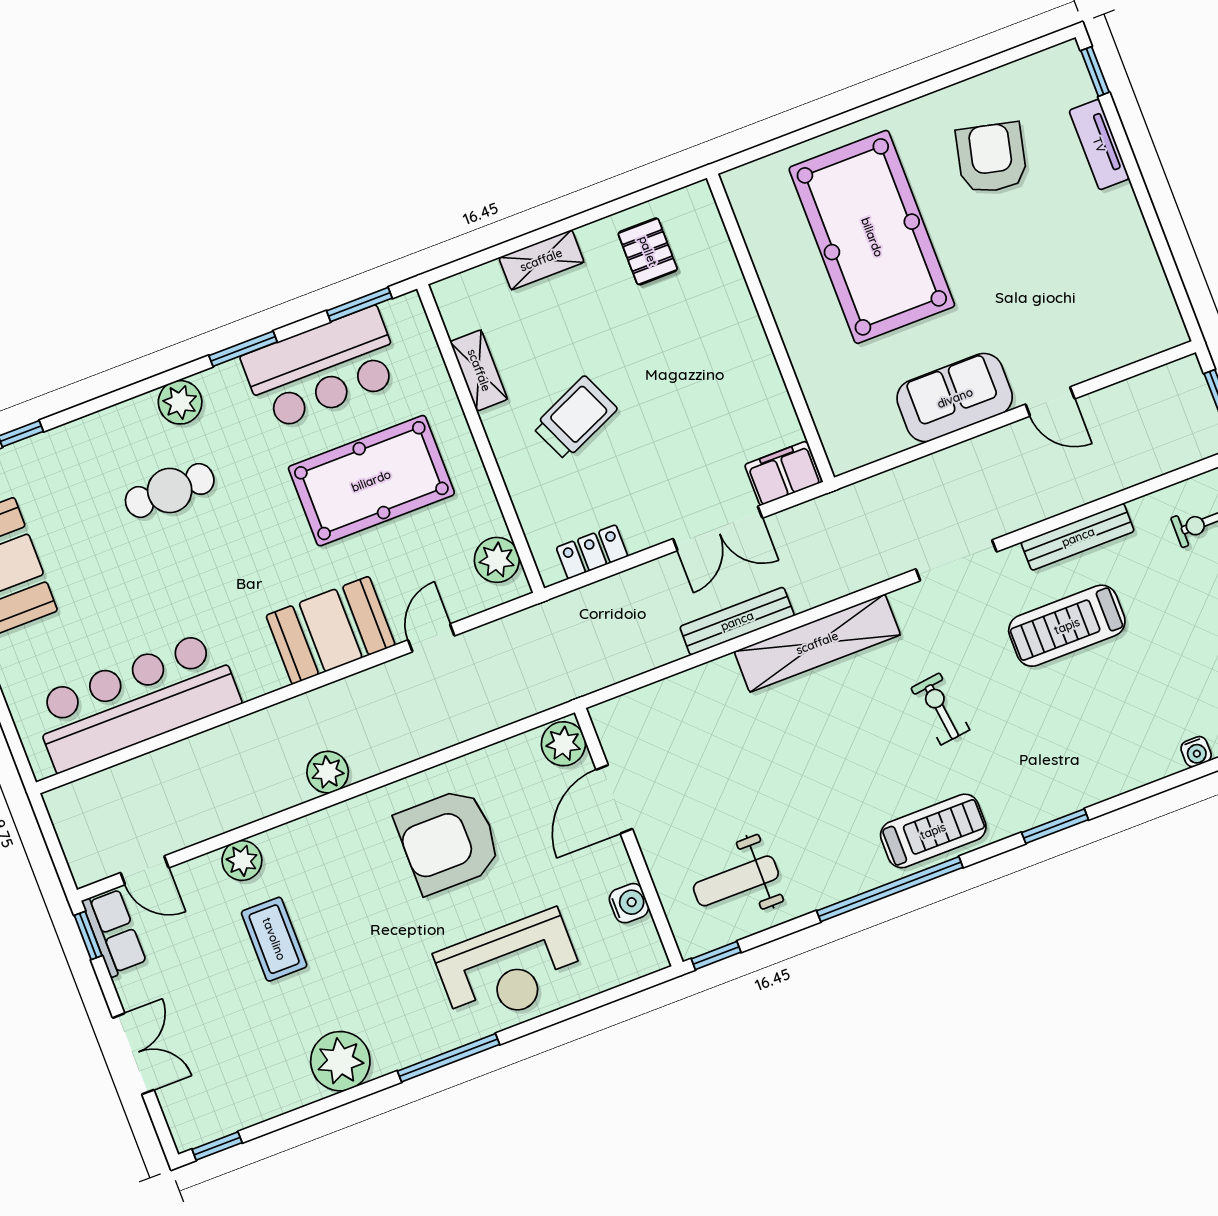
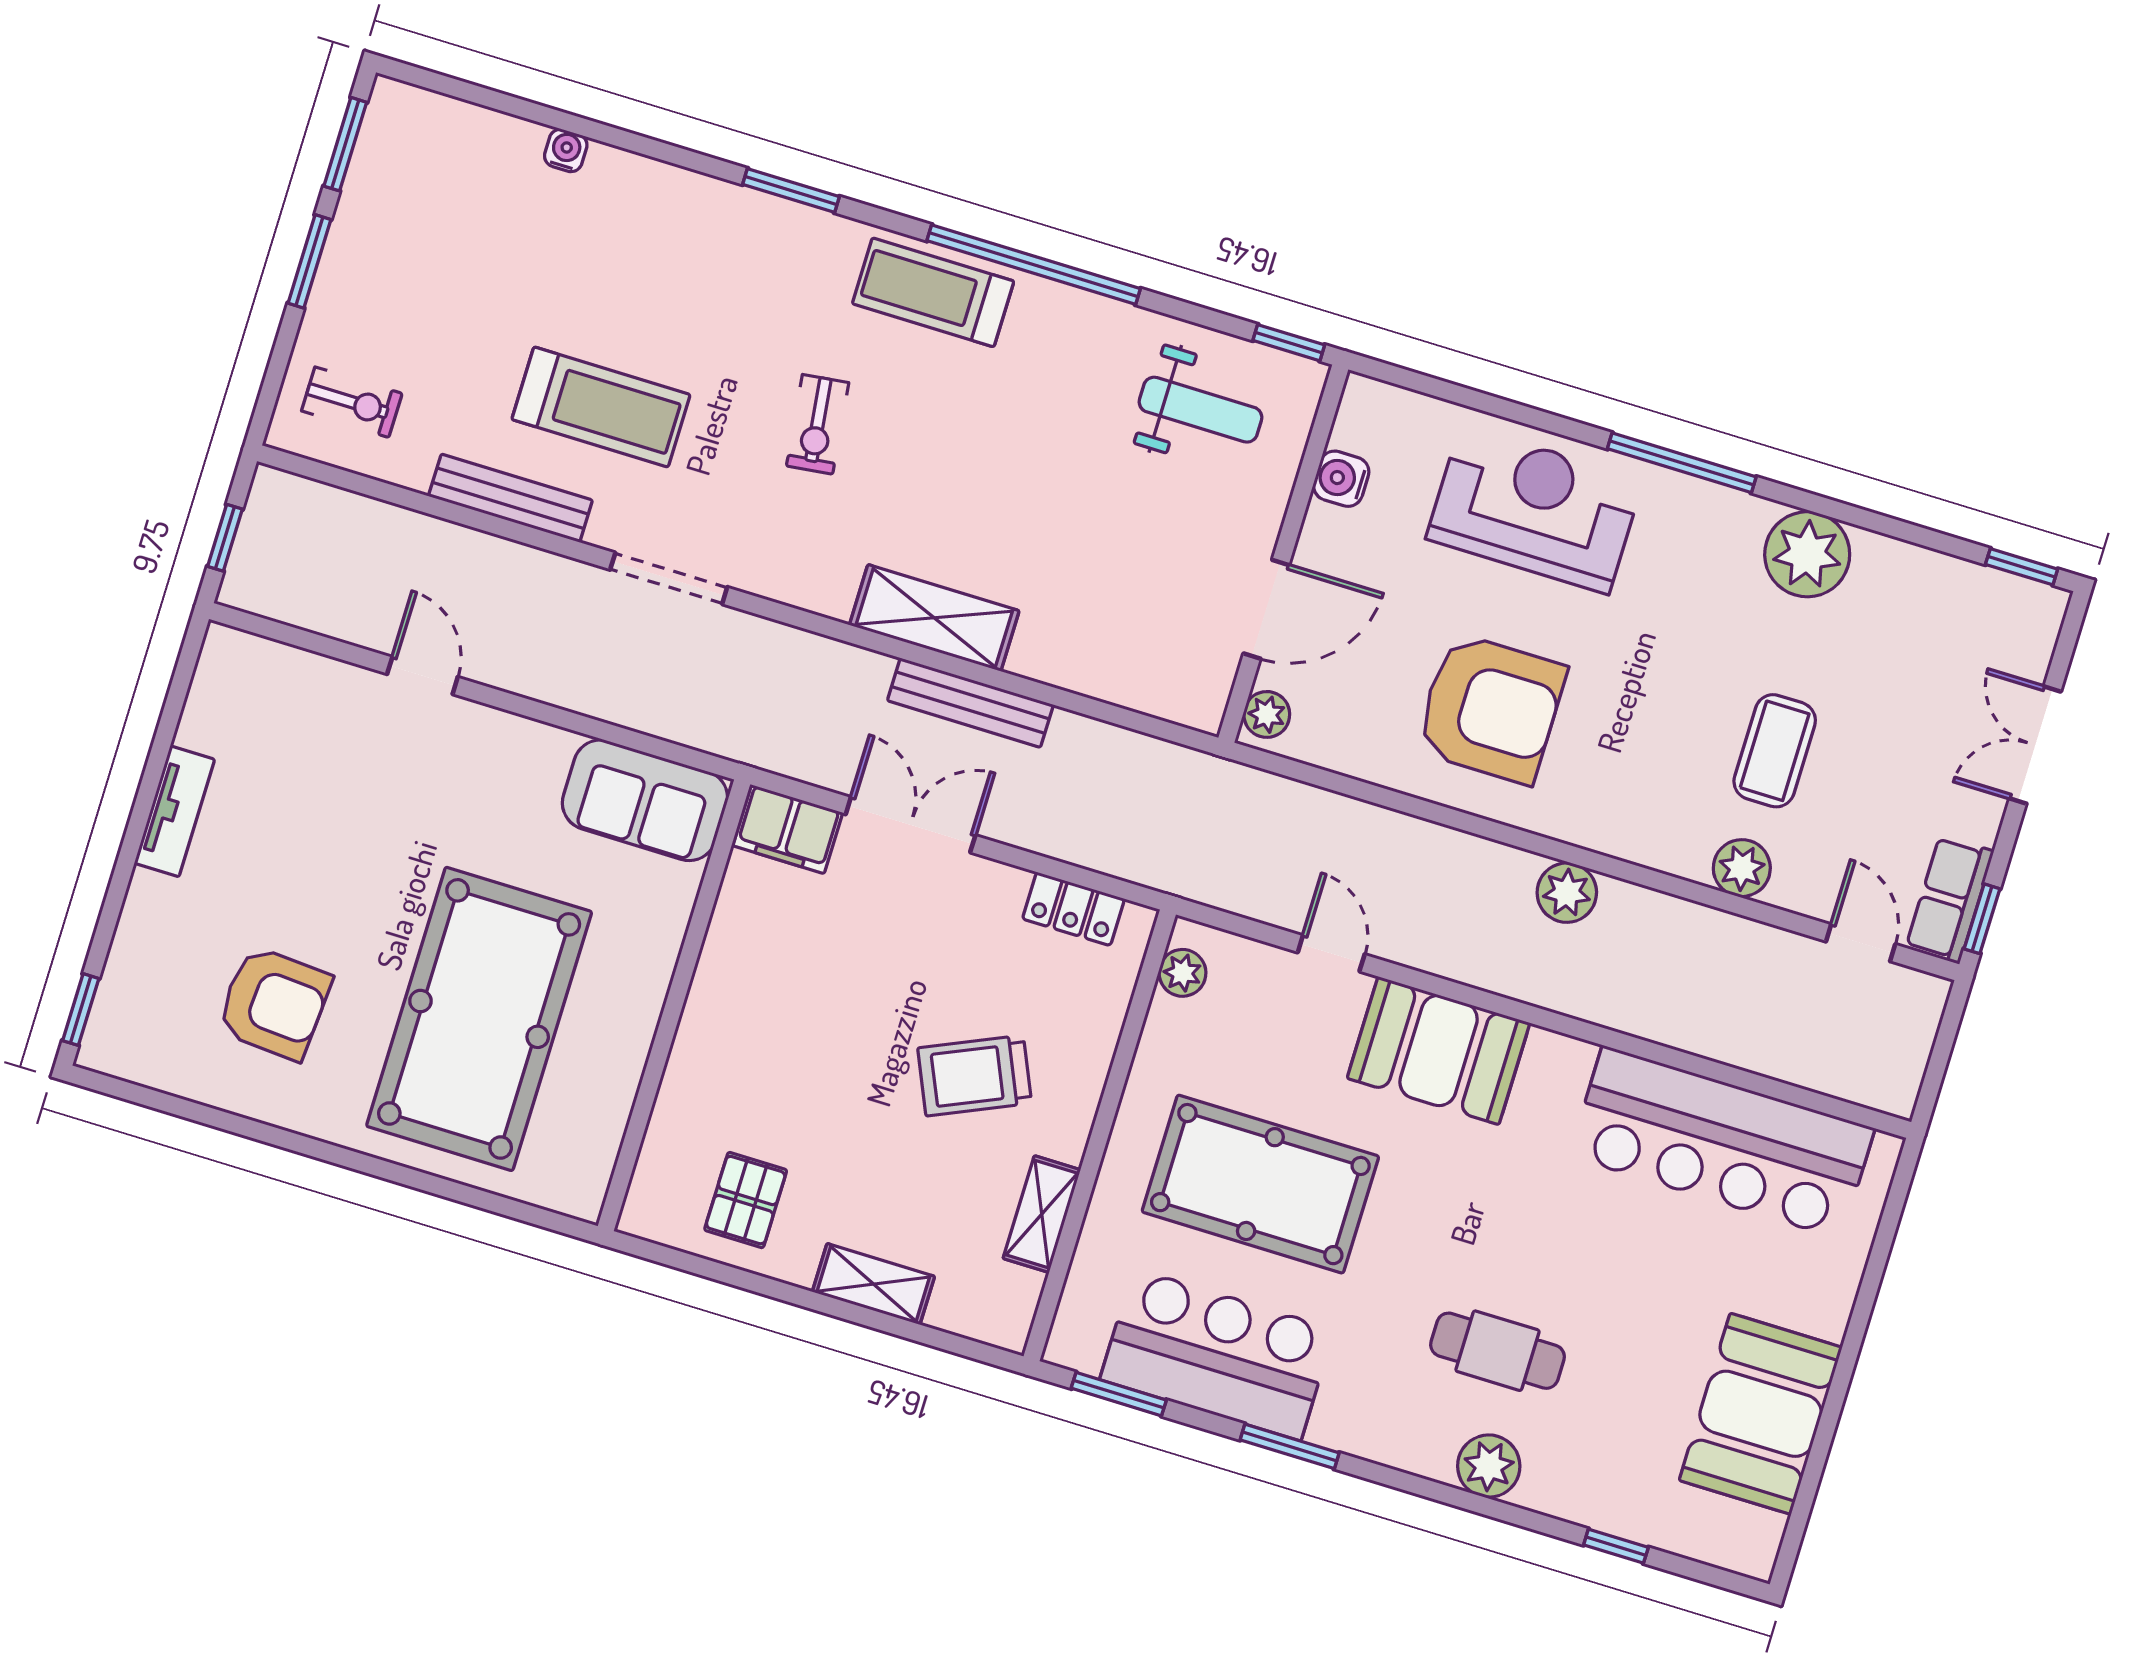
tv unit: (1099, 145) -> (174, 811), moved
armchair: (991, 158) -> (274, 1003), turned -99
sofa: (955, 398) -> (645, 800), moved
plant: (180, 402) -> (1489, 1466), moved
plant: (497, 560) -> (1182, 973), width x0.73, depth x0.73
door: (431, 638) -> (1331, 953), swing flipped
shelving: (817, 643) -> (934, 618), width x0.68
plant: (563, 744) -> (1267, 714), width x0.73, depth x0.73

